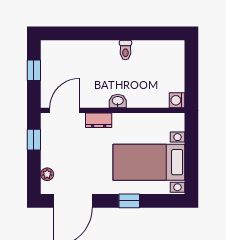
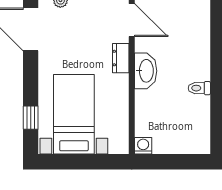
washbasin: (118, 101) -> (146, 71), width x1.91, depth x1.45
window: (129, 201) -> (31, 118), moved

